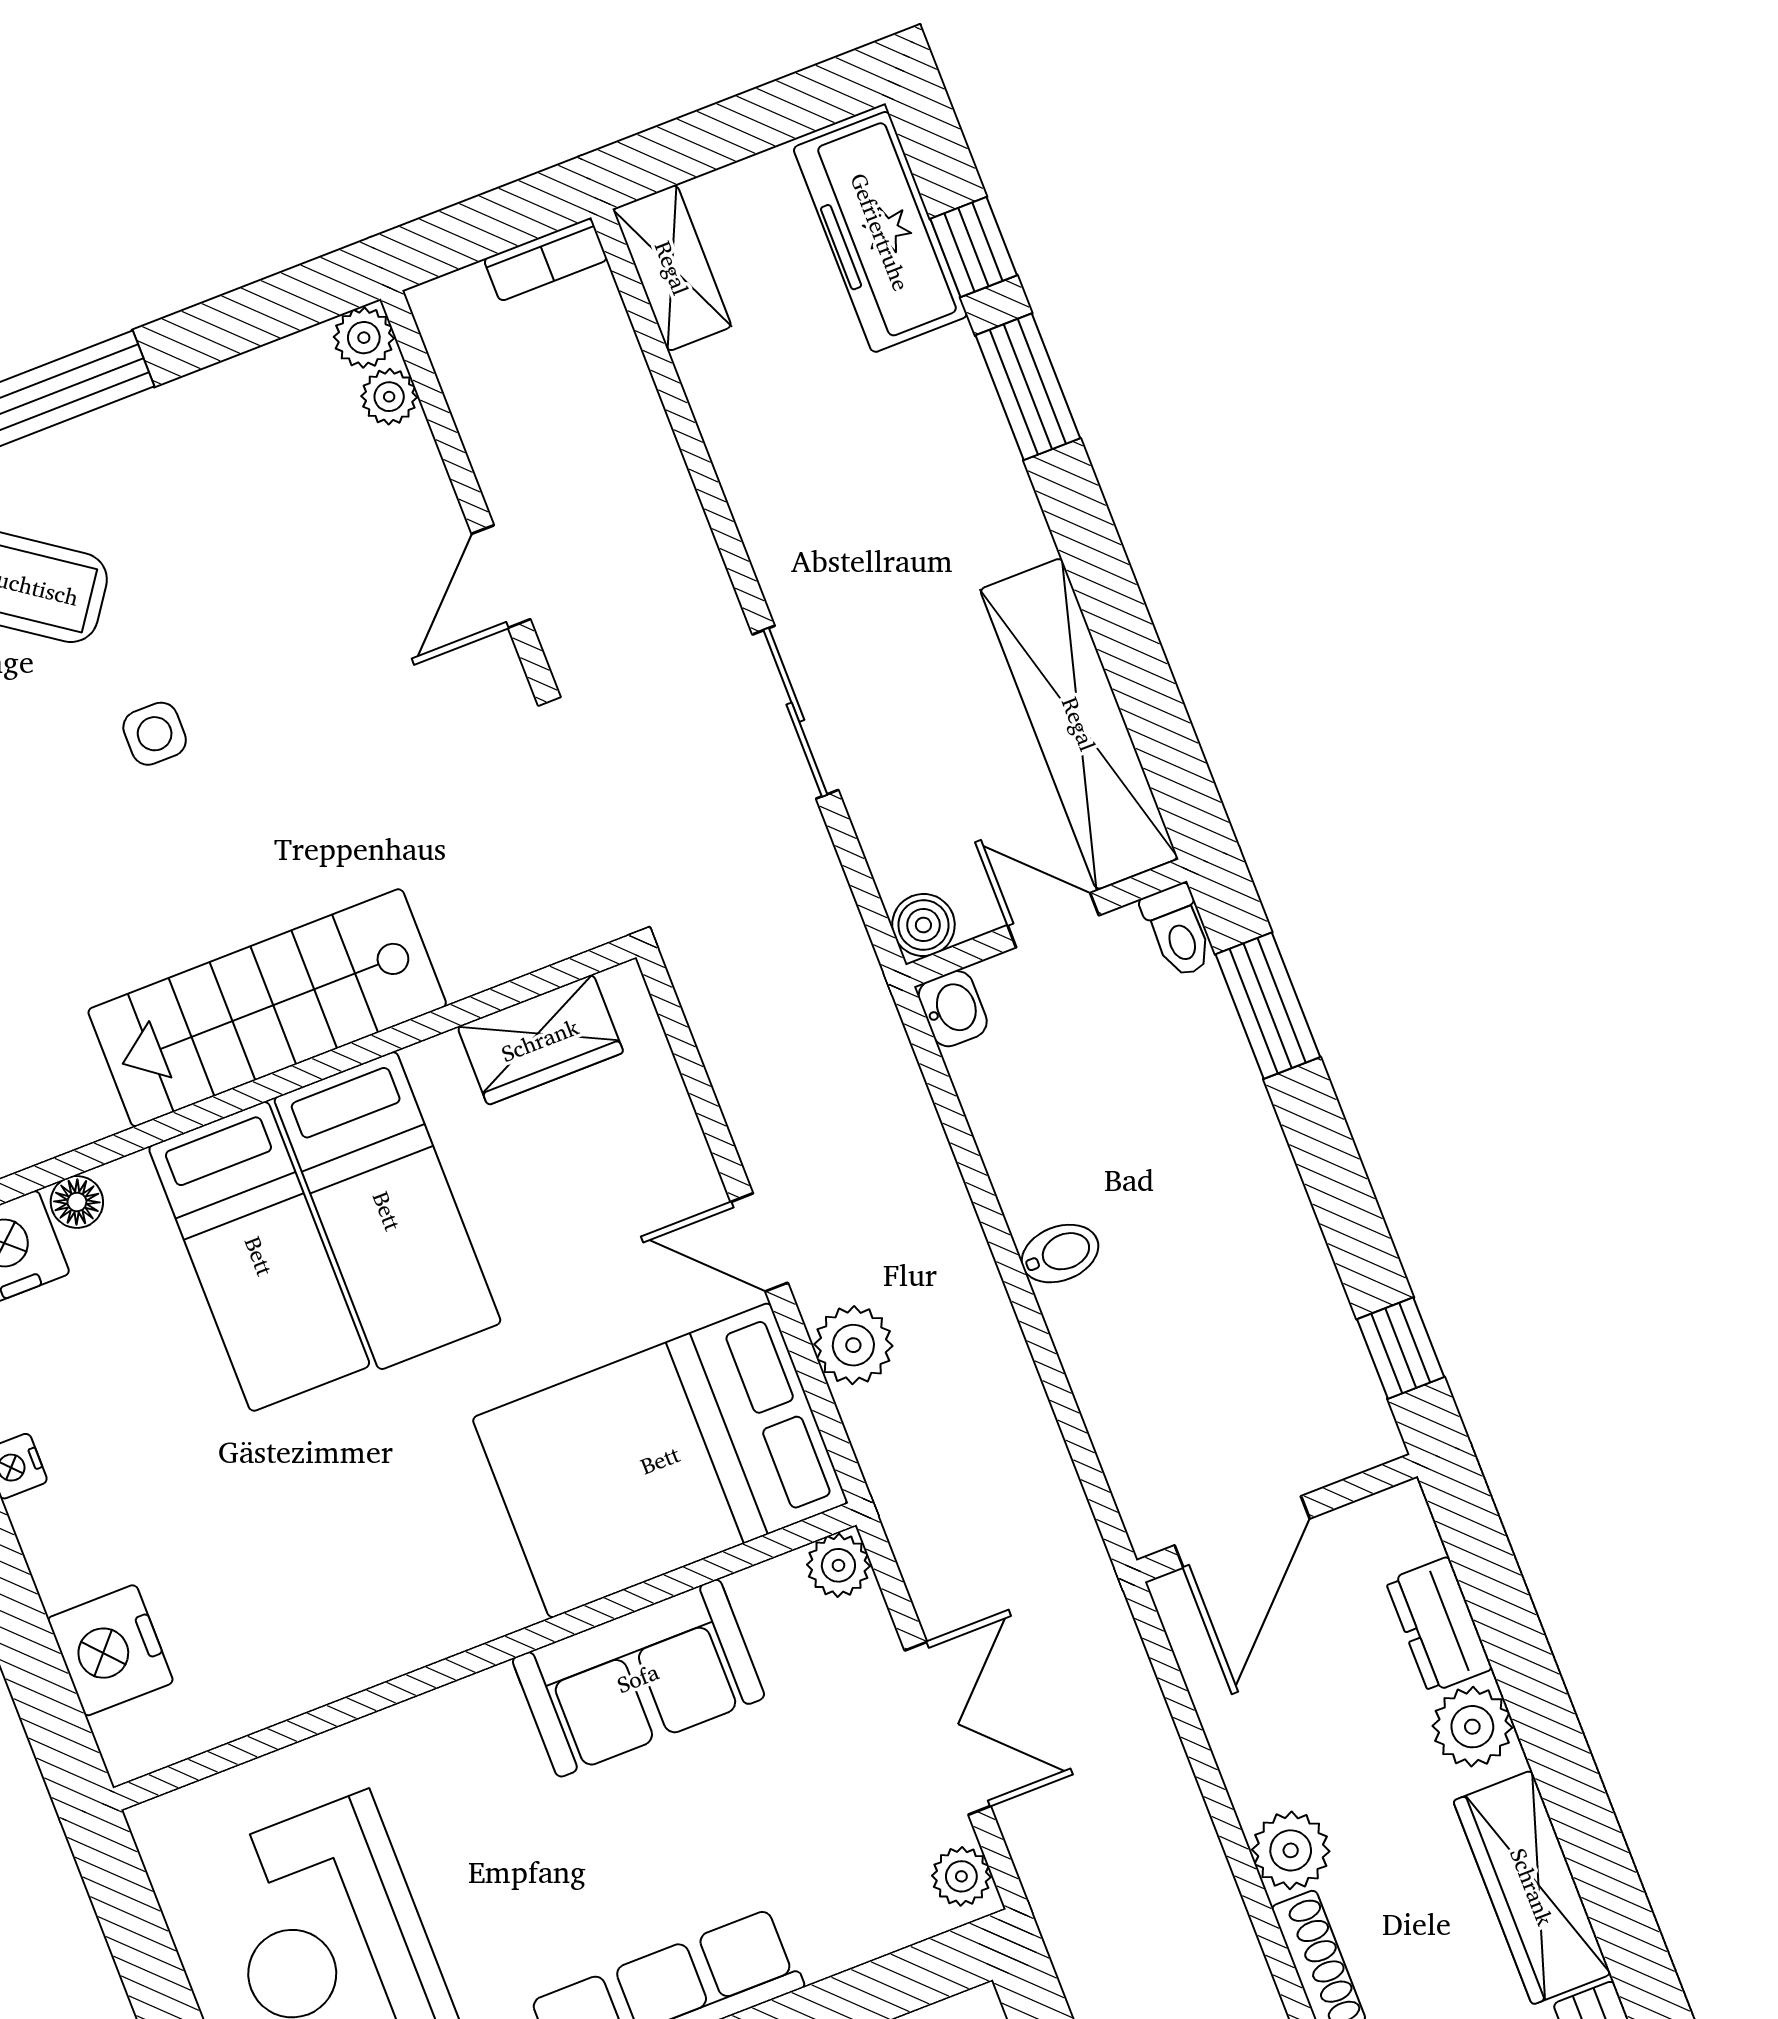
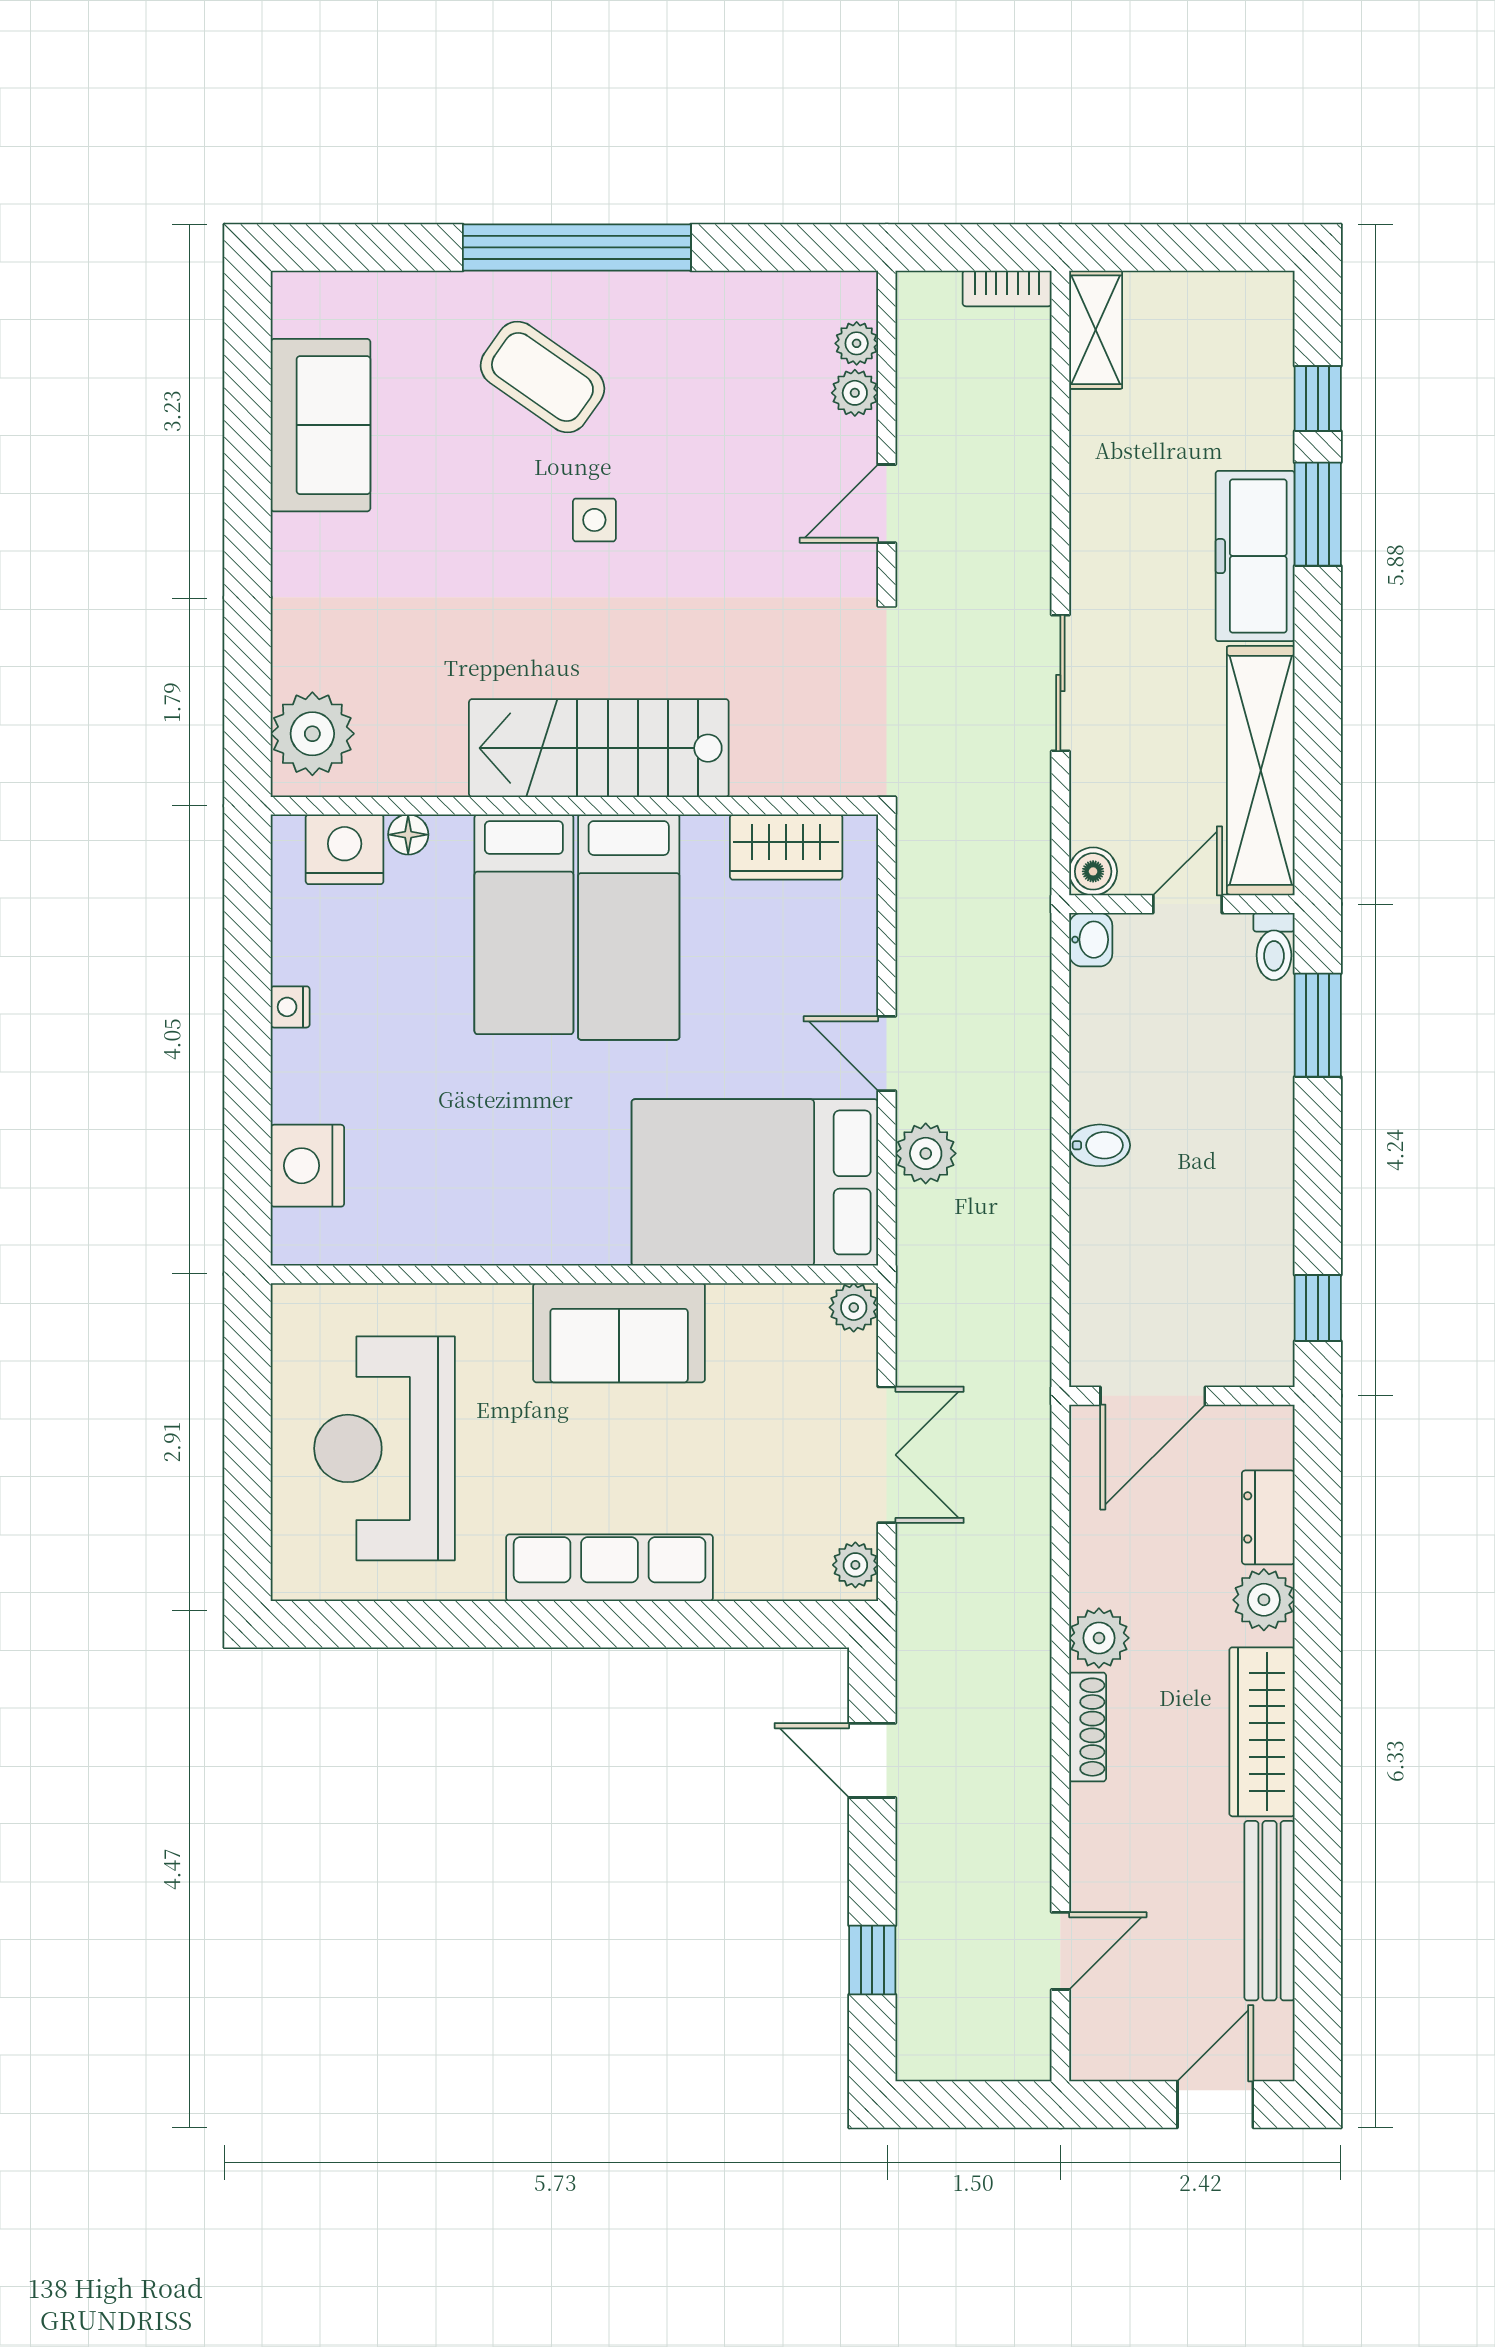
freezer: (880, 232) -> (1255, 556), moved
plant: (364, 338) -> (855, 393), moved
door: (1053, 920) -> (1188, 904), hinge flipped
sofa: (638, 1678) -> (619, 1333), moved

